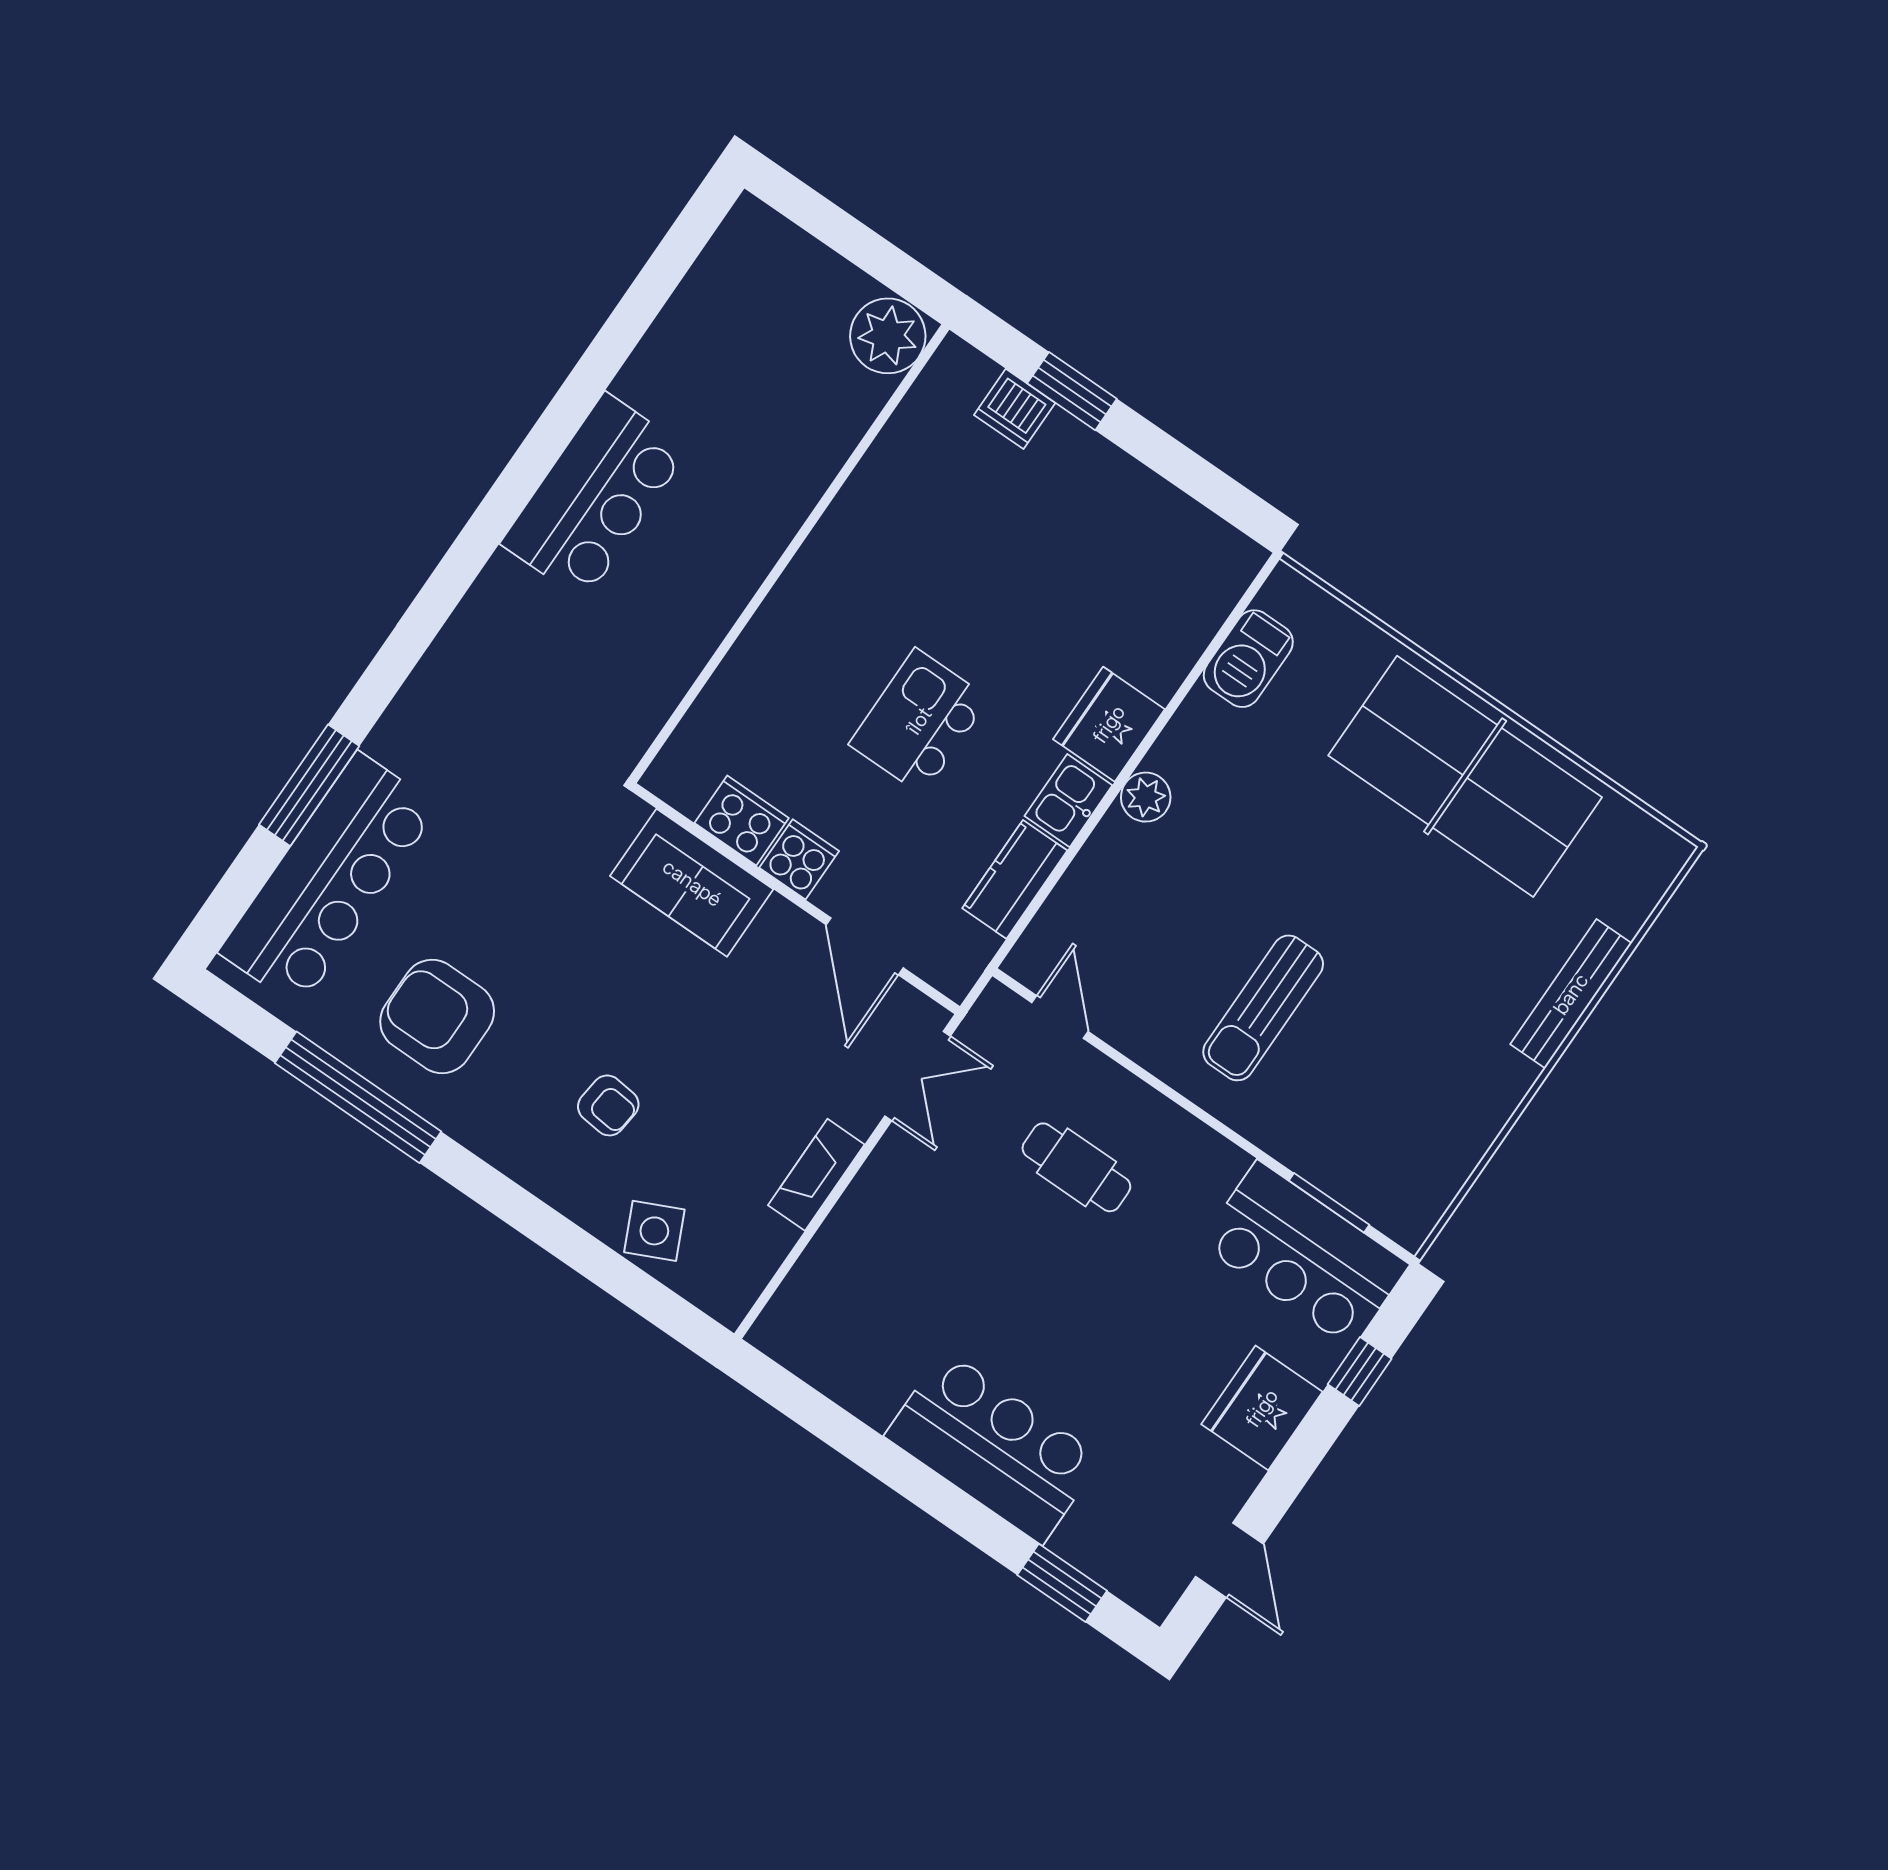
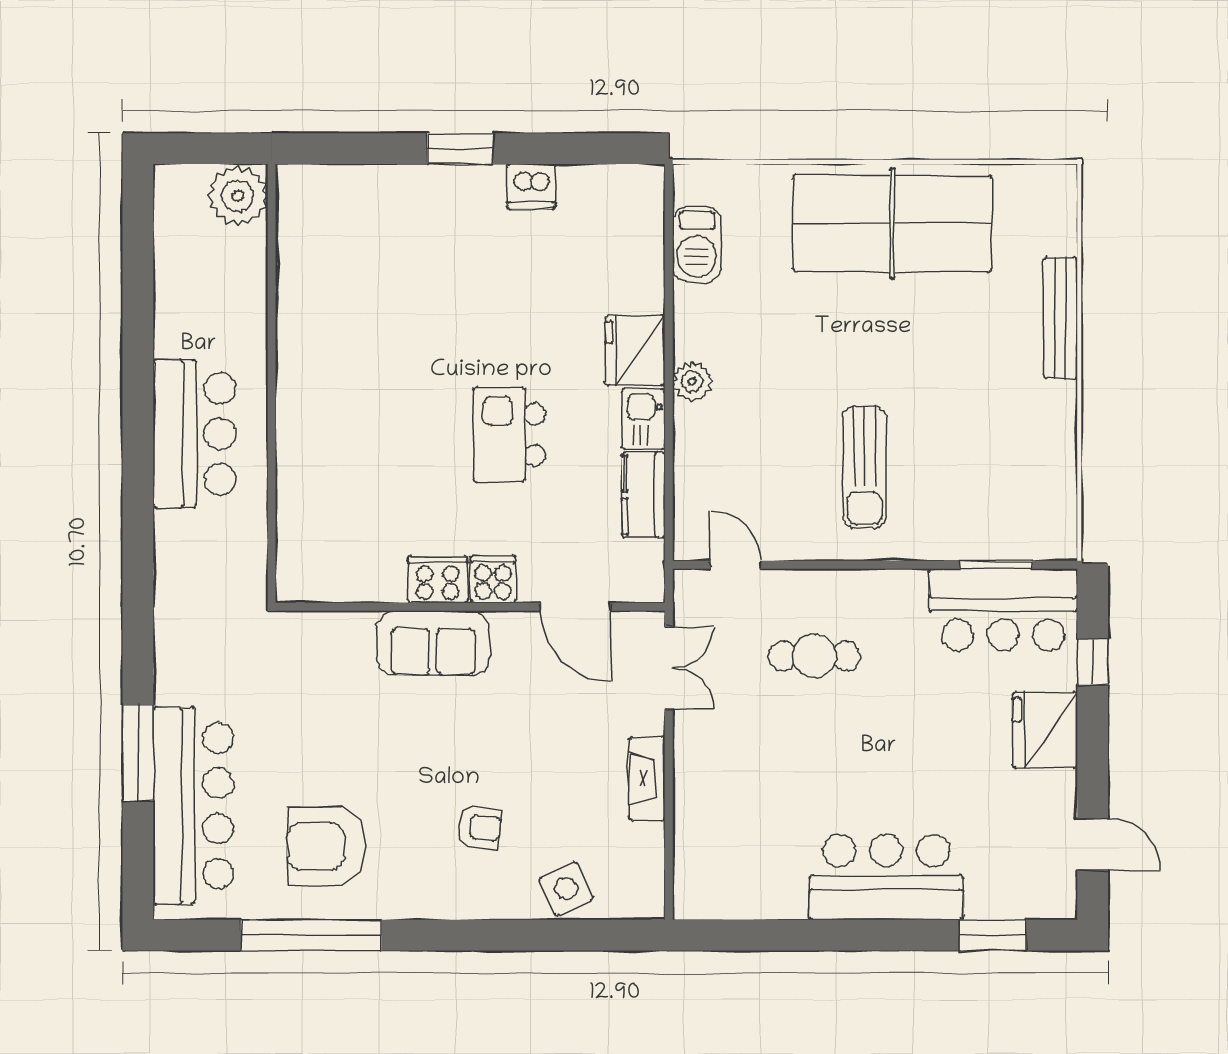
plant: (888, 336) -> (238, 196), moved
dishwasher: (1015, 409) -> (531, 186), moved
wall: (789, 554) -> (272, 383), moved

